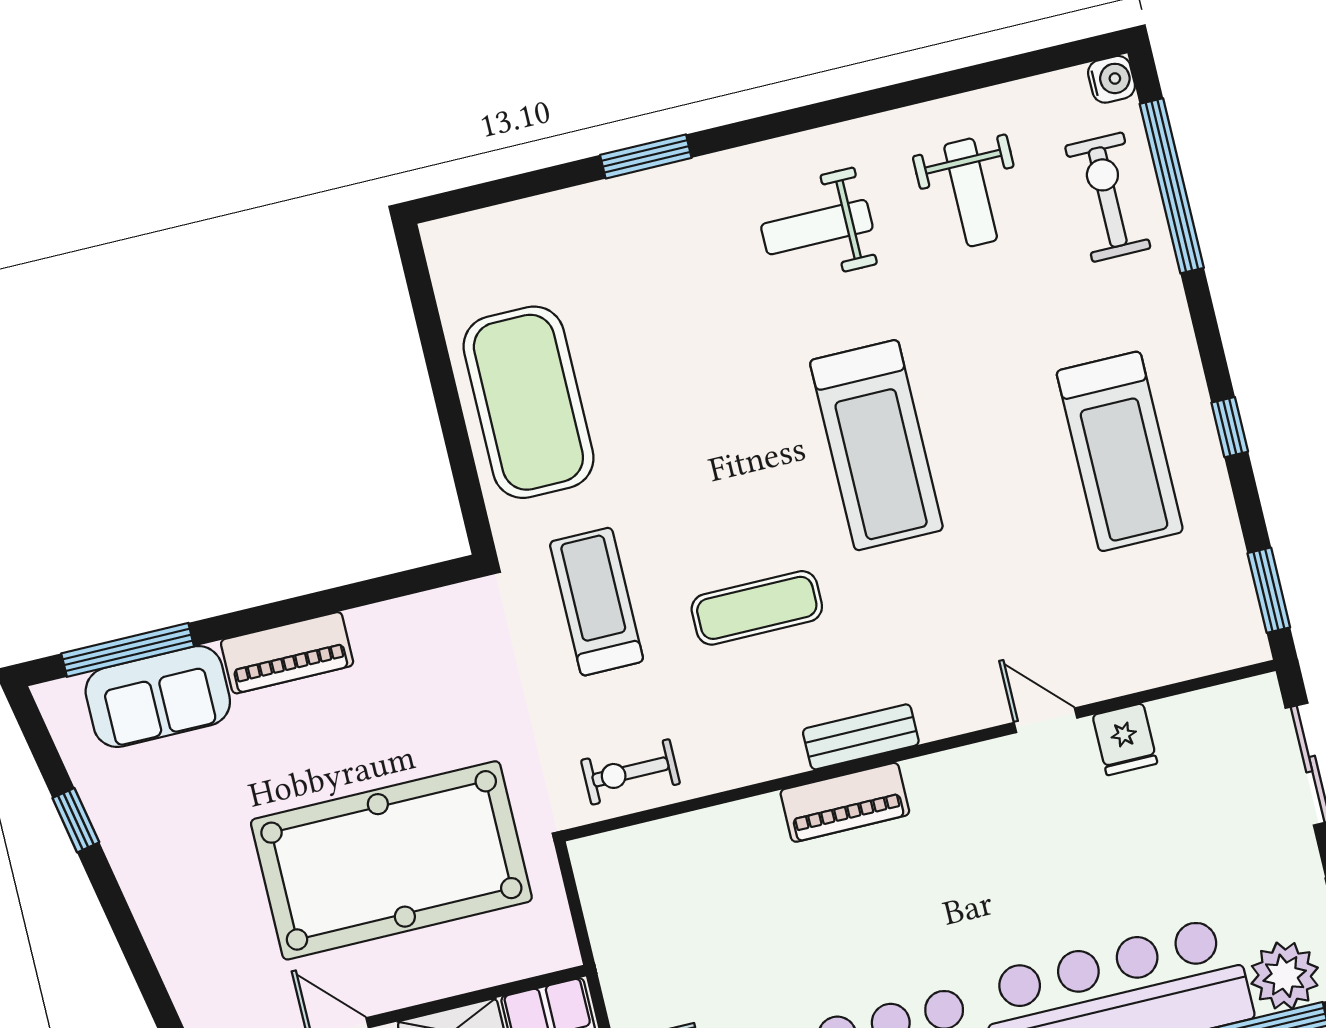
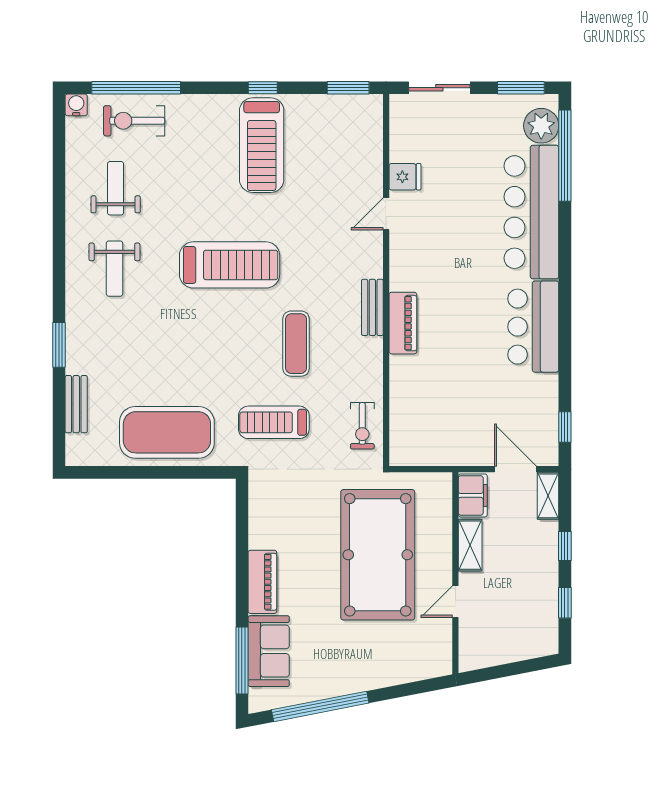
weight bench: (971, 192) -> (116, 188), turned -90
bench: (541, 216) -> (76, 404), added
treadmill: (1120, 451) -> (262, 145), turned 90
window: (76, 820) -> (320, 706), width x3.17

